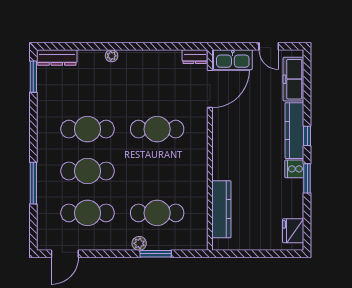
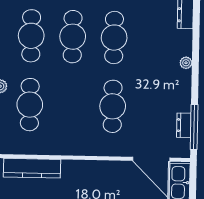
window: (176, 46) -> (194, 127), added
dresser: (195, 57) -> (184, 125), moved

